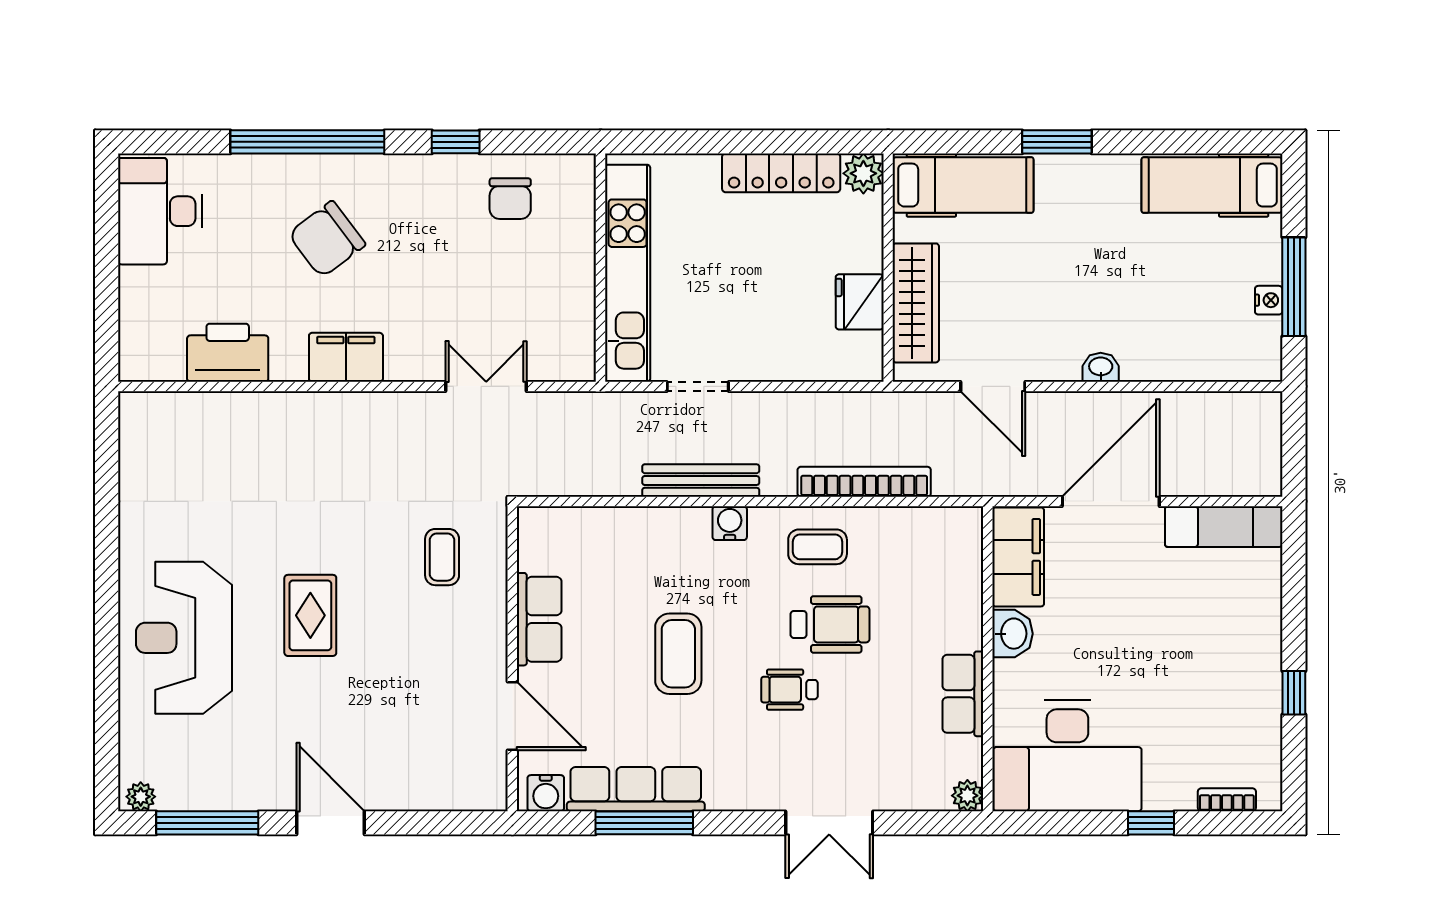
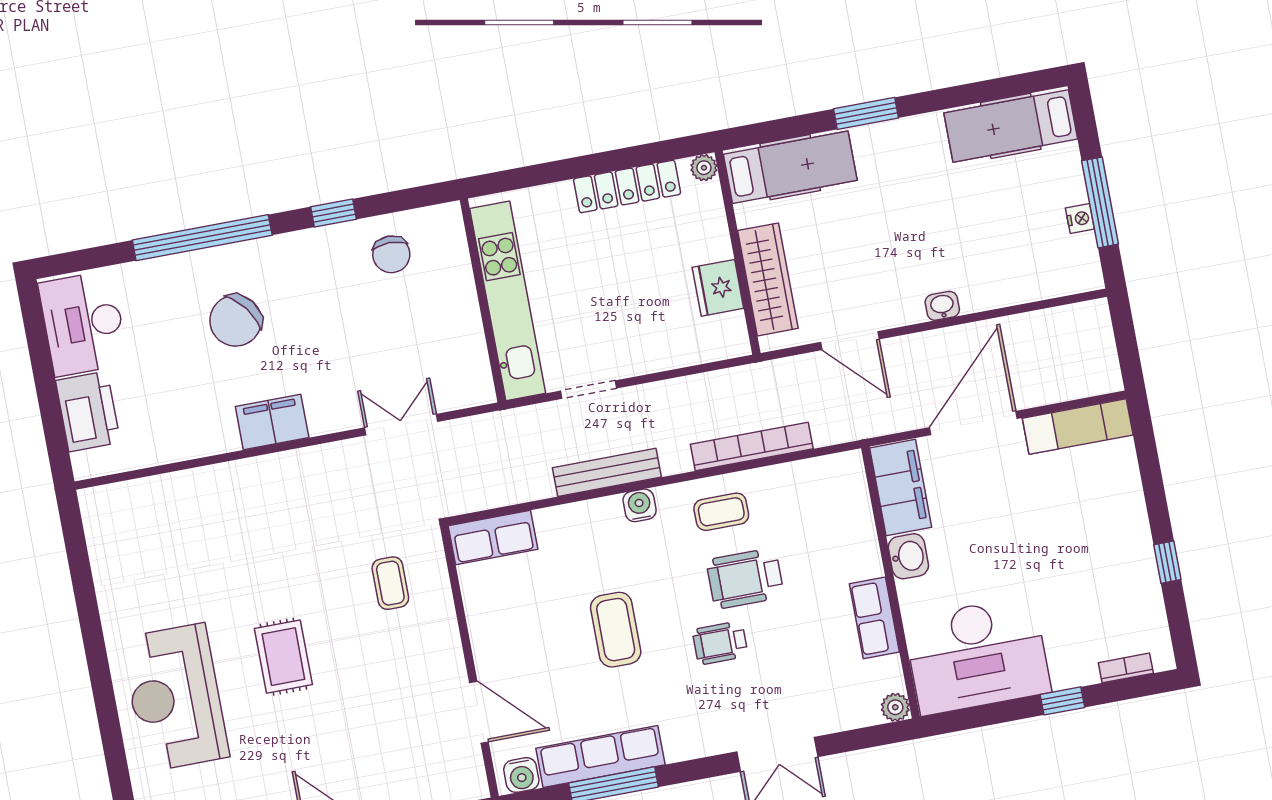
plant: (863, 173) -> (704, 168), width x0.73, depth x0.73
printer: (228, 353) -> (88, 411), moved, turned 90
row of seats: (539, 619) -> (493, 537), moved, turned 90
wheelchair: (830, 624) -> (745, 578), turned 180

